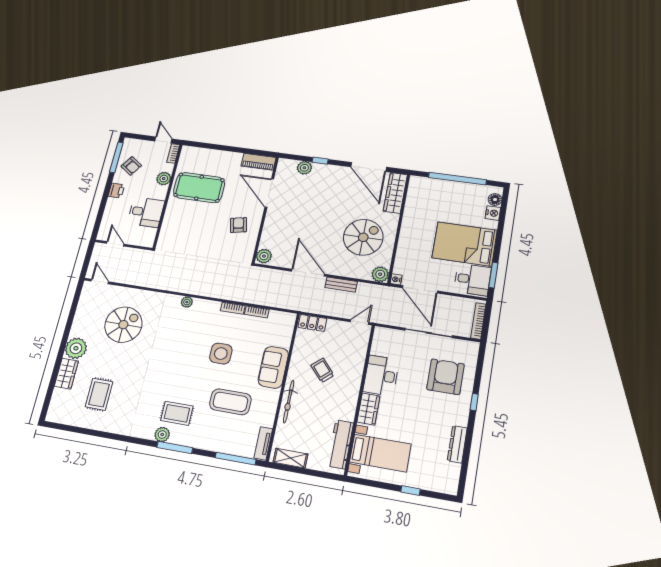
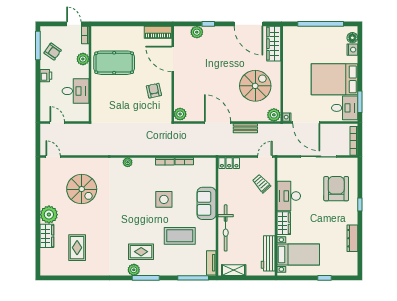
spiral stairs: (123, 325) -> (82, 189), turned 90
trolley: (322, 370) -> (262, 183), moved
bicycle: (289, 402) -> (226, 228), width x1.37, depth x1.40

